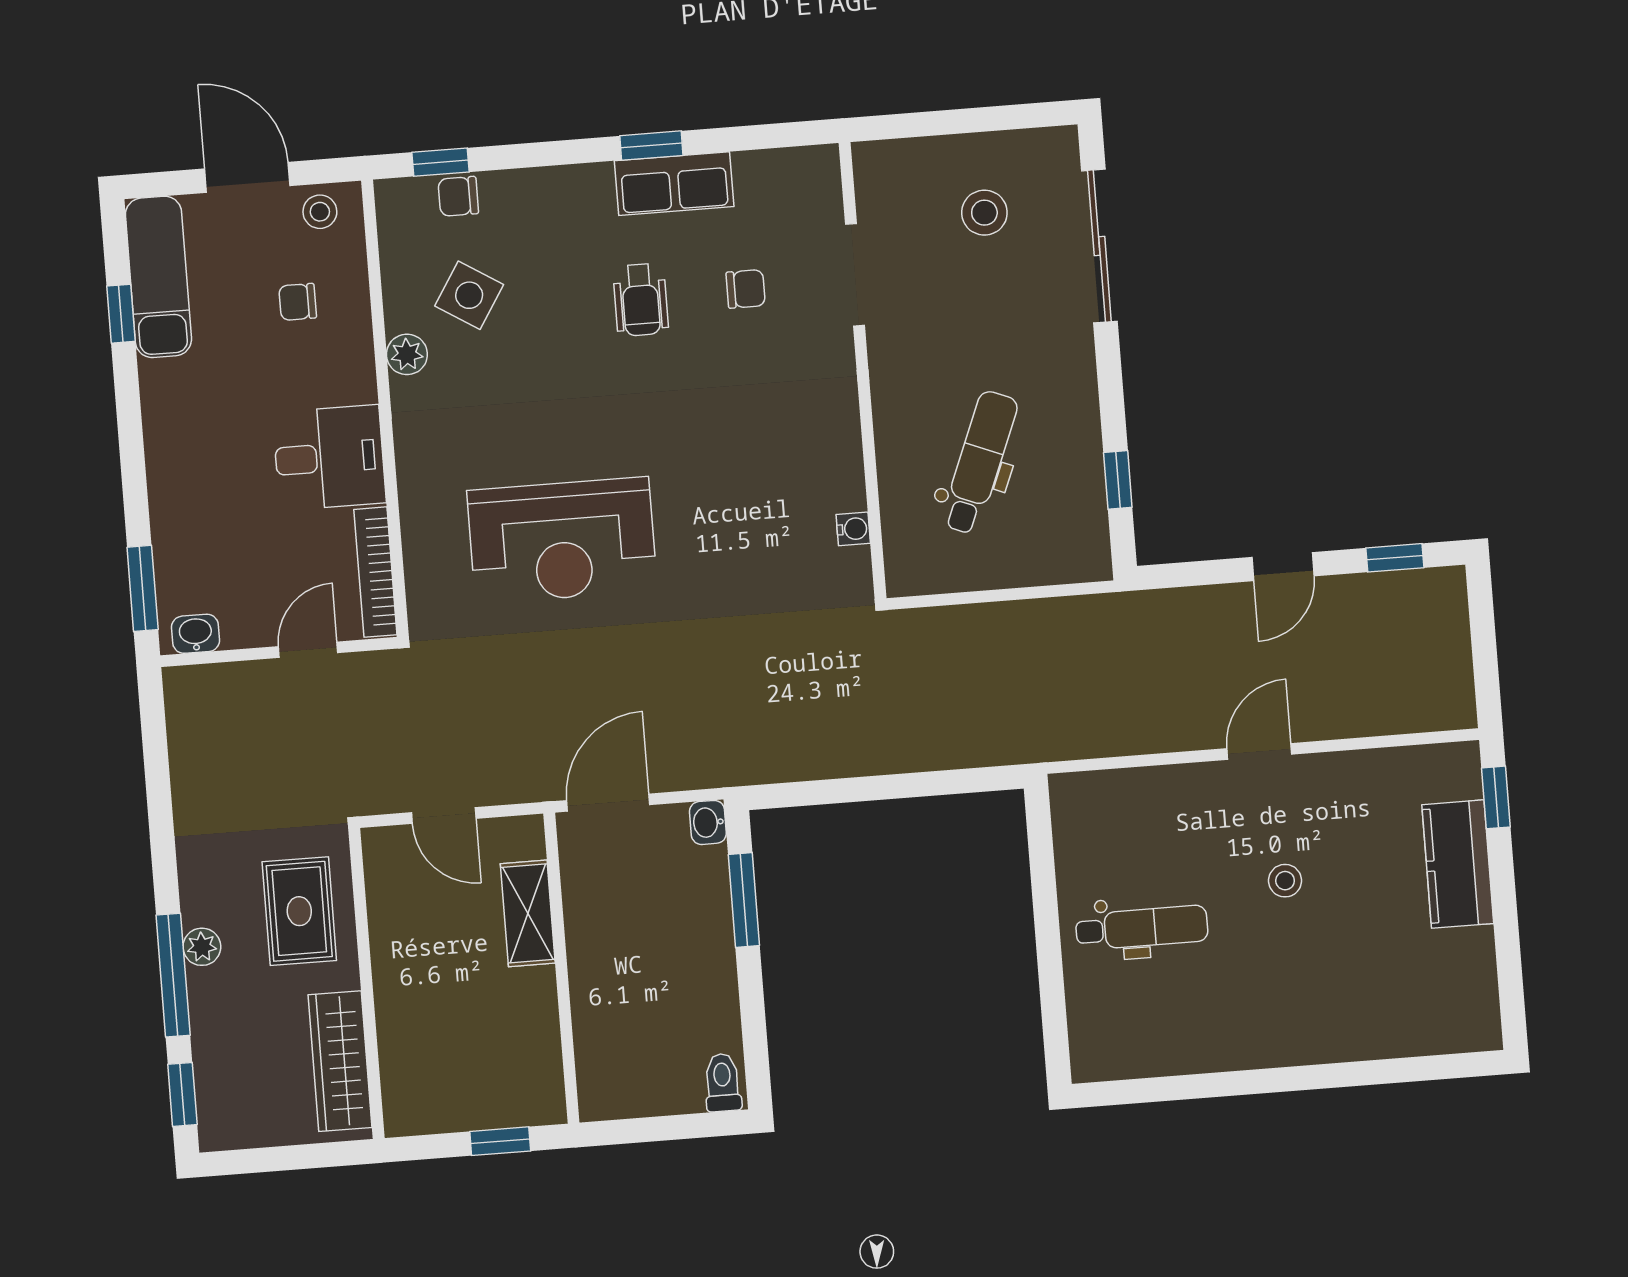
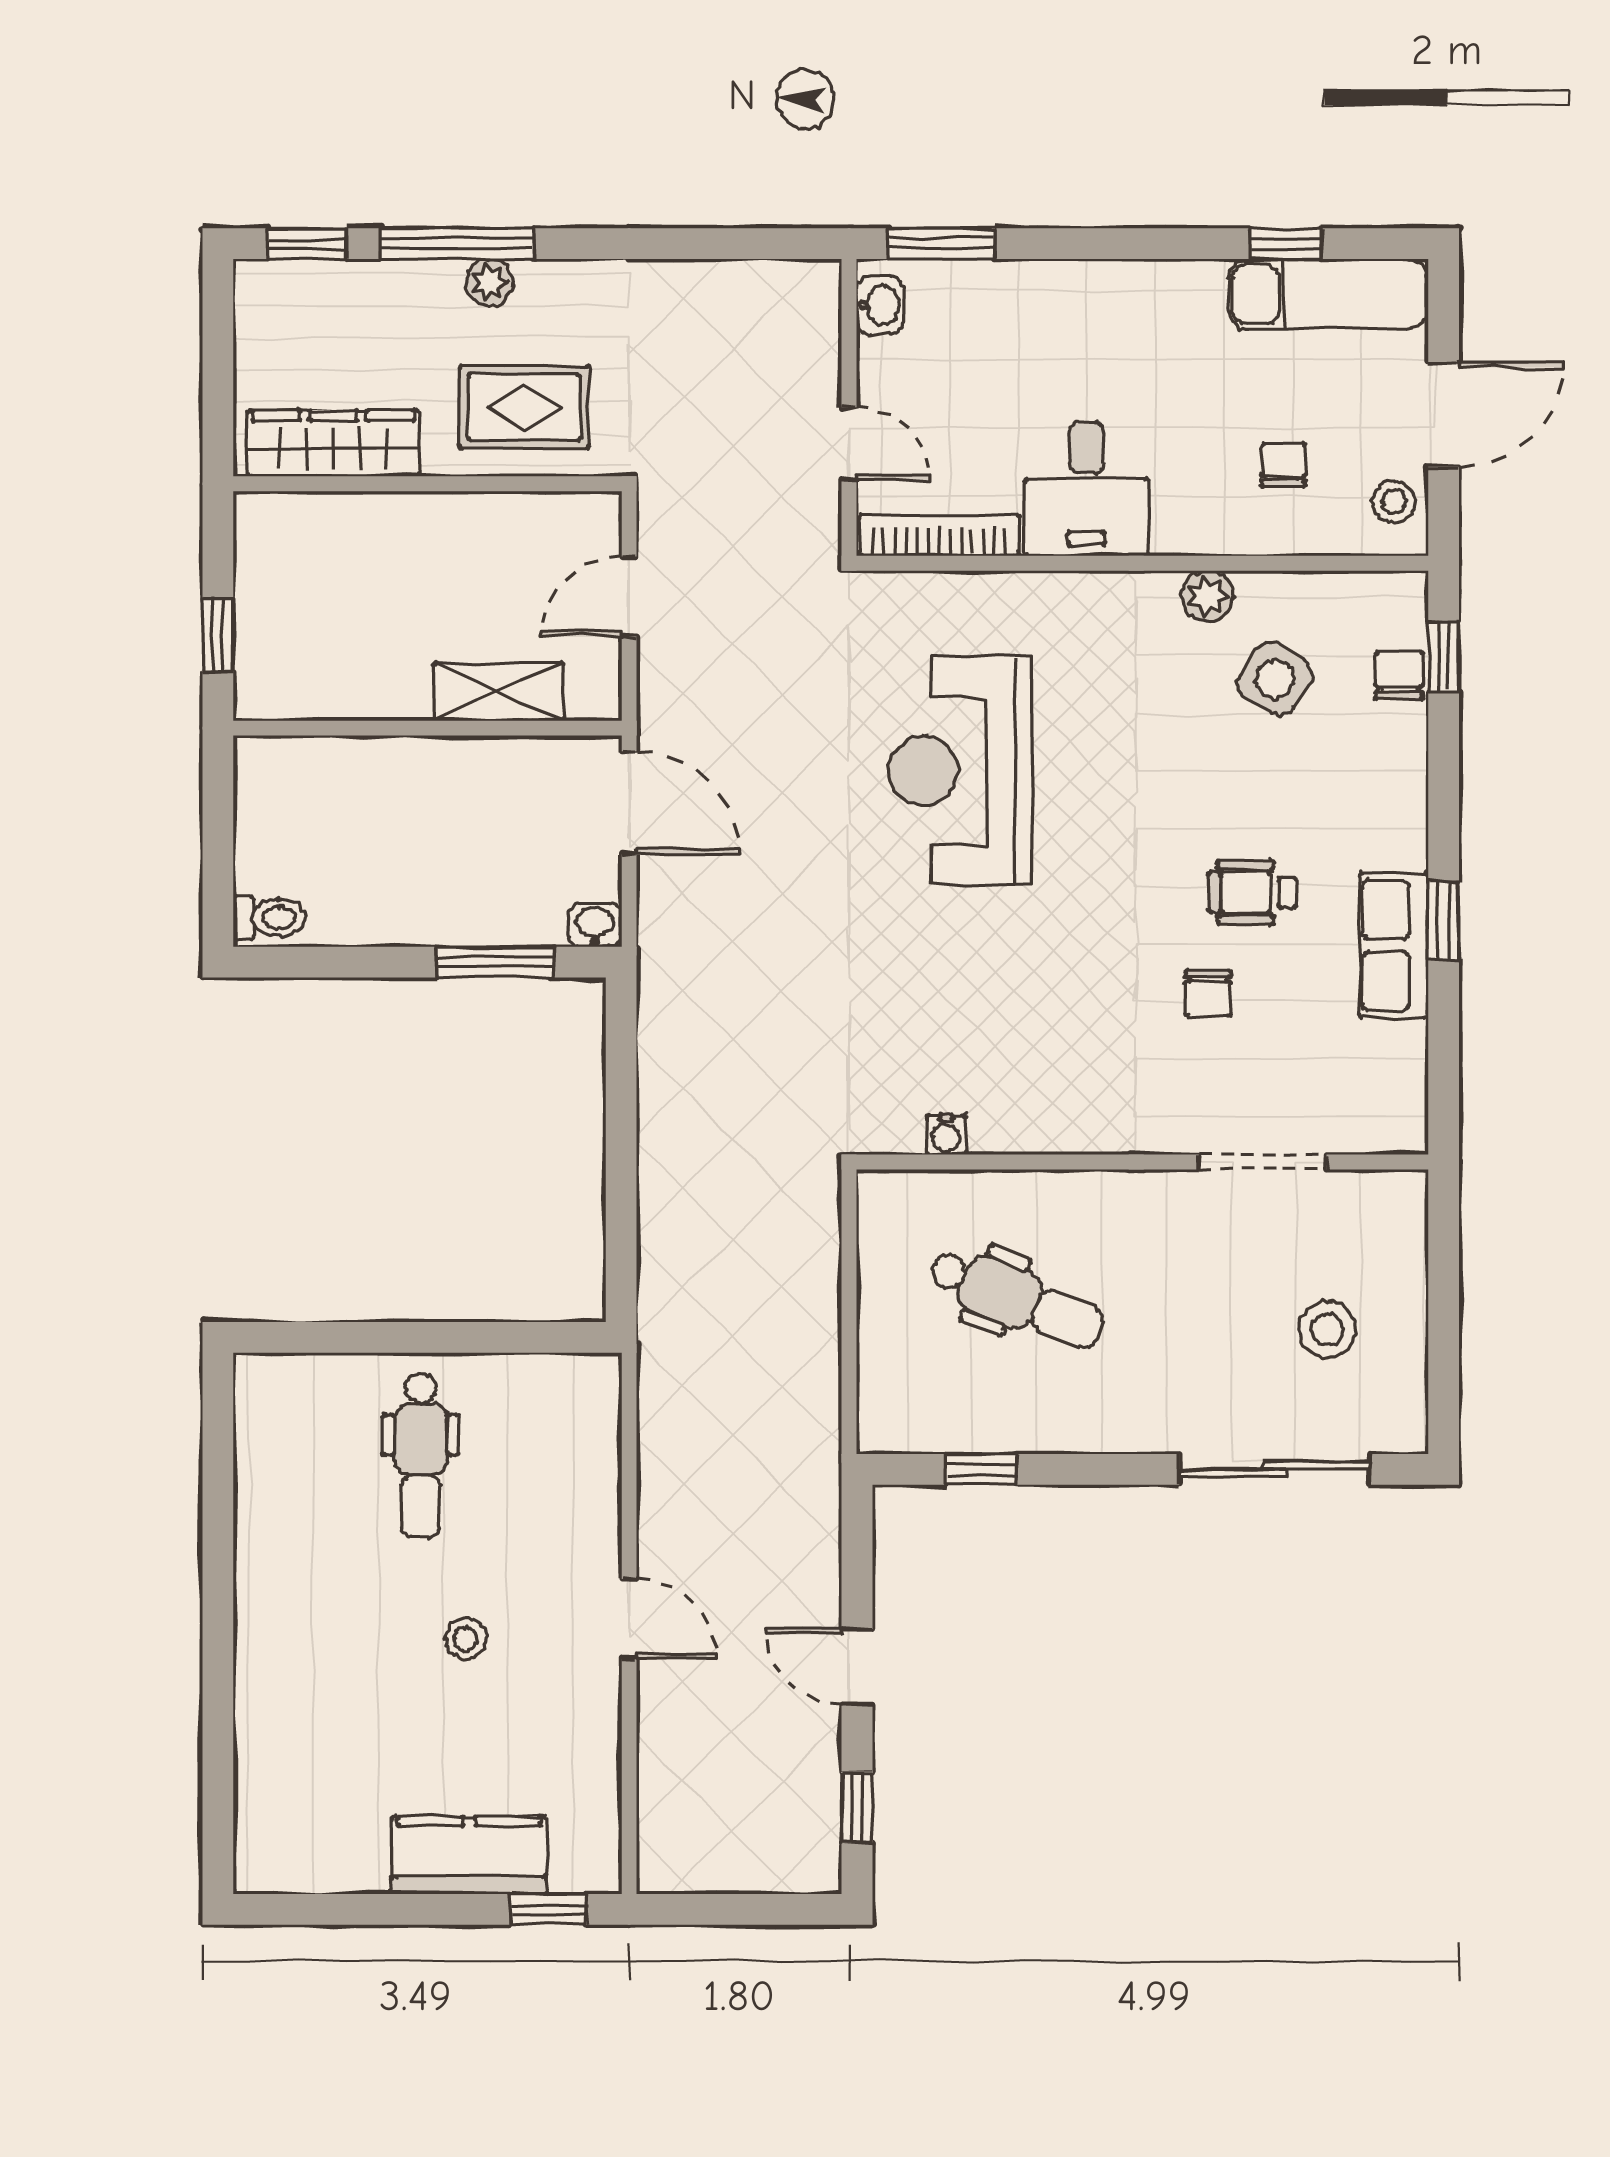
chair: (746, 289) -> (1208, 993), moved

